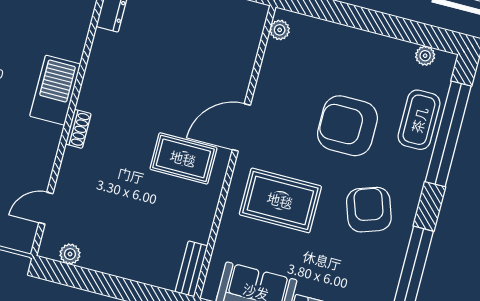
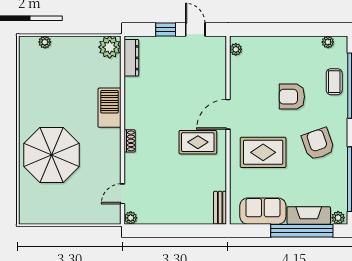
barbecue: (55, 90) -> (110, 108), moved
coffee table: (419, 120) -> (334, 82), width x0.73, depth x0.77
armchair: (347, 126) -> (292, 97), width x0.73, depth x0.73
plant: (70, 254) -> (131, 218), moved

